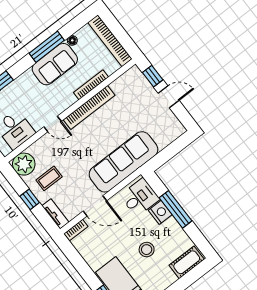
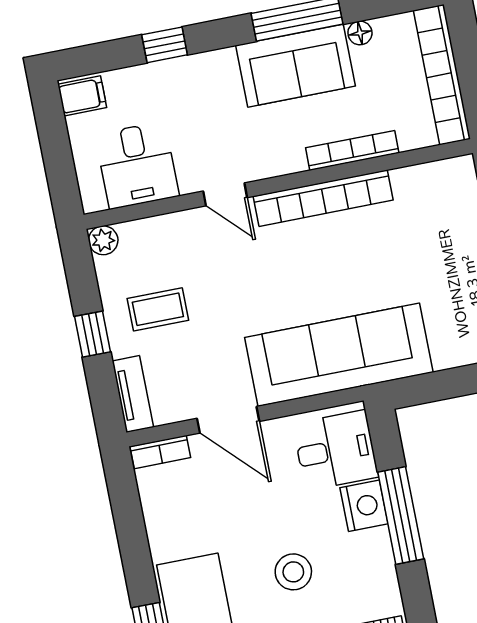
plant: (24, 164) -> (103, 240), width x0.53, depth x0.53

